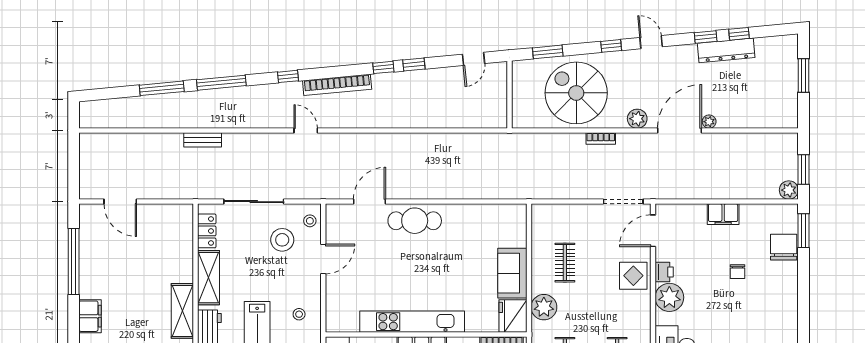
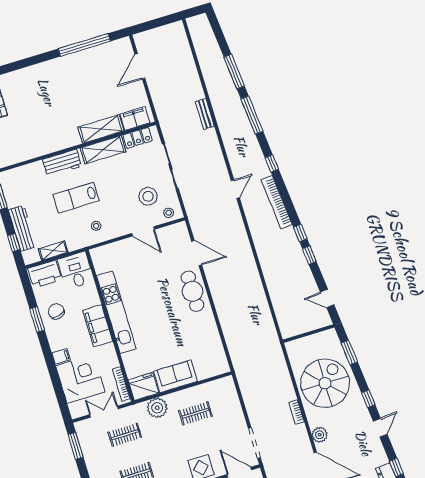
shelving: (182, 311) -> (101, 129), moved
filing cabinet: (90, 316) -> (135, 119), moved, turned 180

